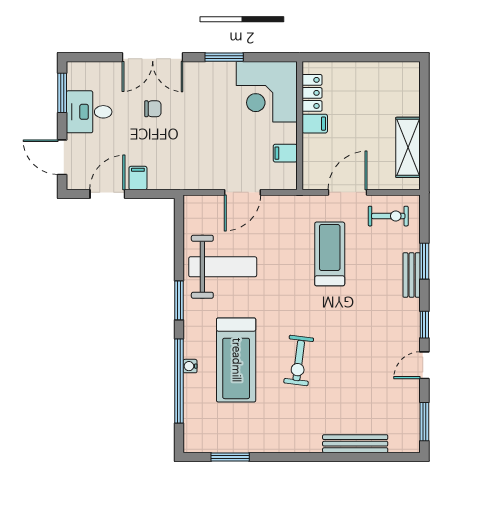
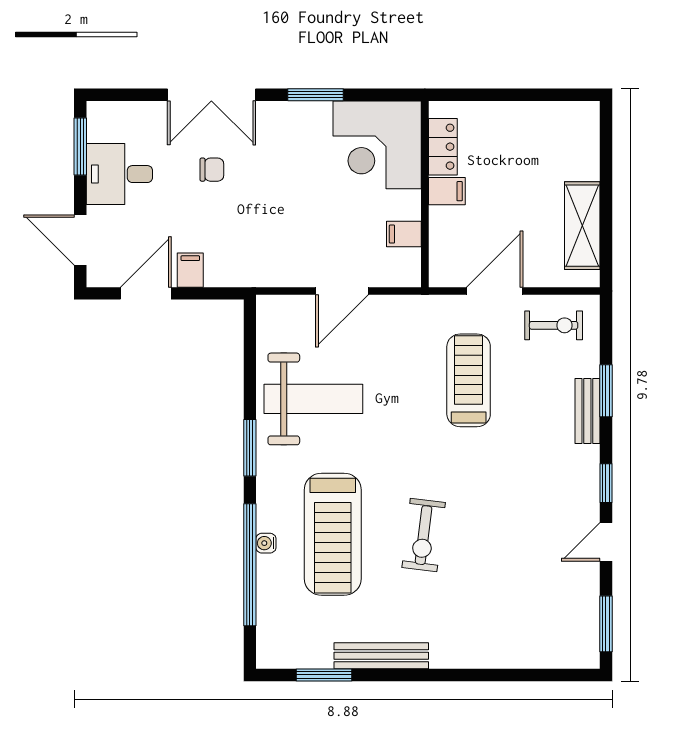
bench: (355, 444) -> (381, 656), moved

